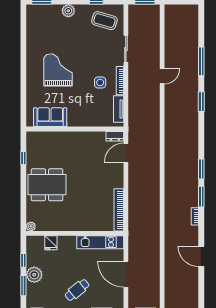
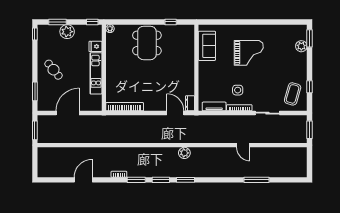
plant: (68, 11) -> (301, 46), moved
window: (201, 102) -> (186, 180), moved
plant: (171, 143) -> (184, 153), added
kitchen unit: (100, 242) -> (96, 73), moved
window: (23, 260) -> (92, 22), moved

